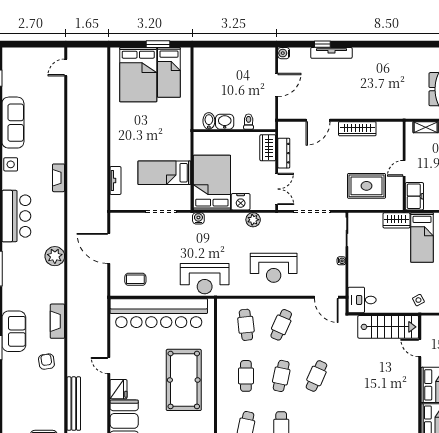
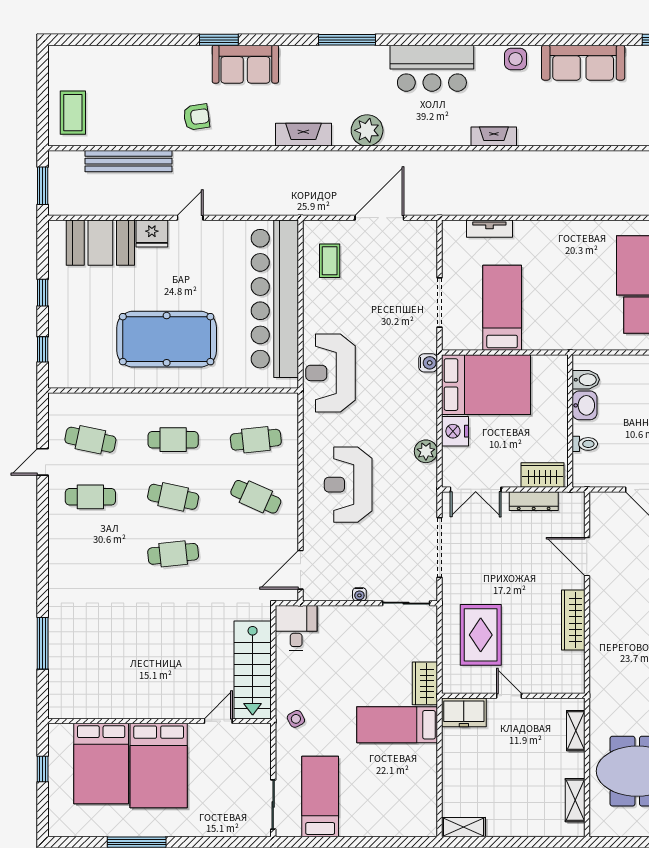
fireplace: (57, 321) -> (303, 135), moved
cafe table: (316, 376) -> (173, 554), turned -30

